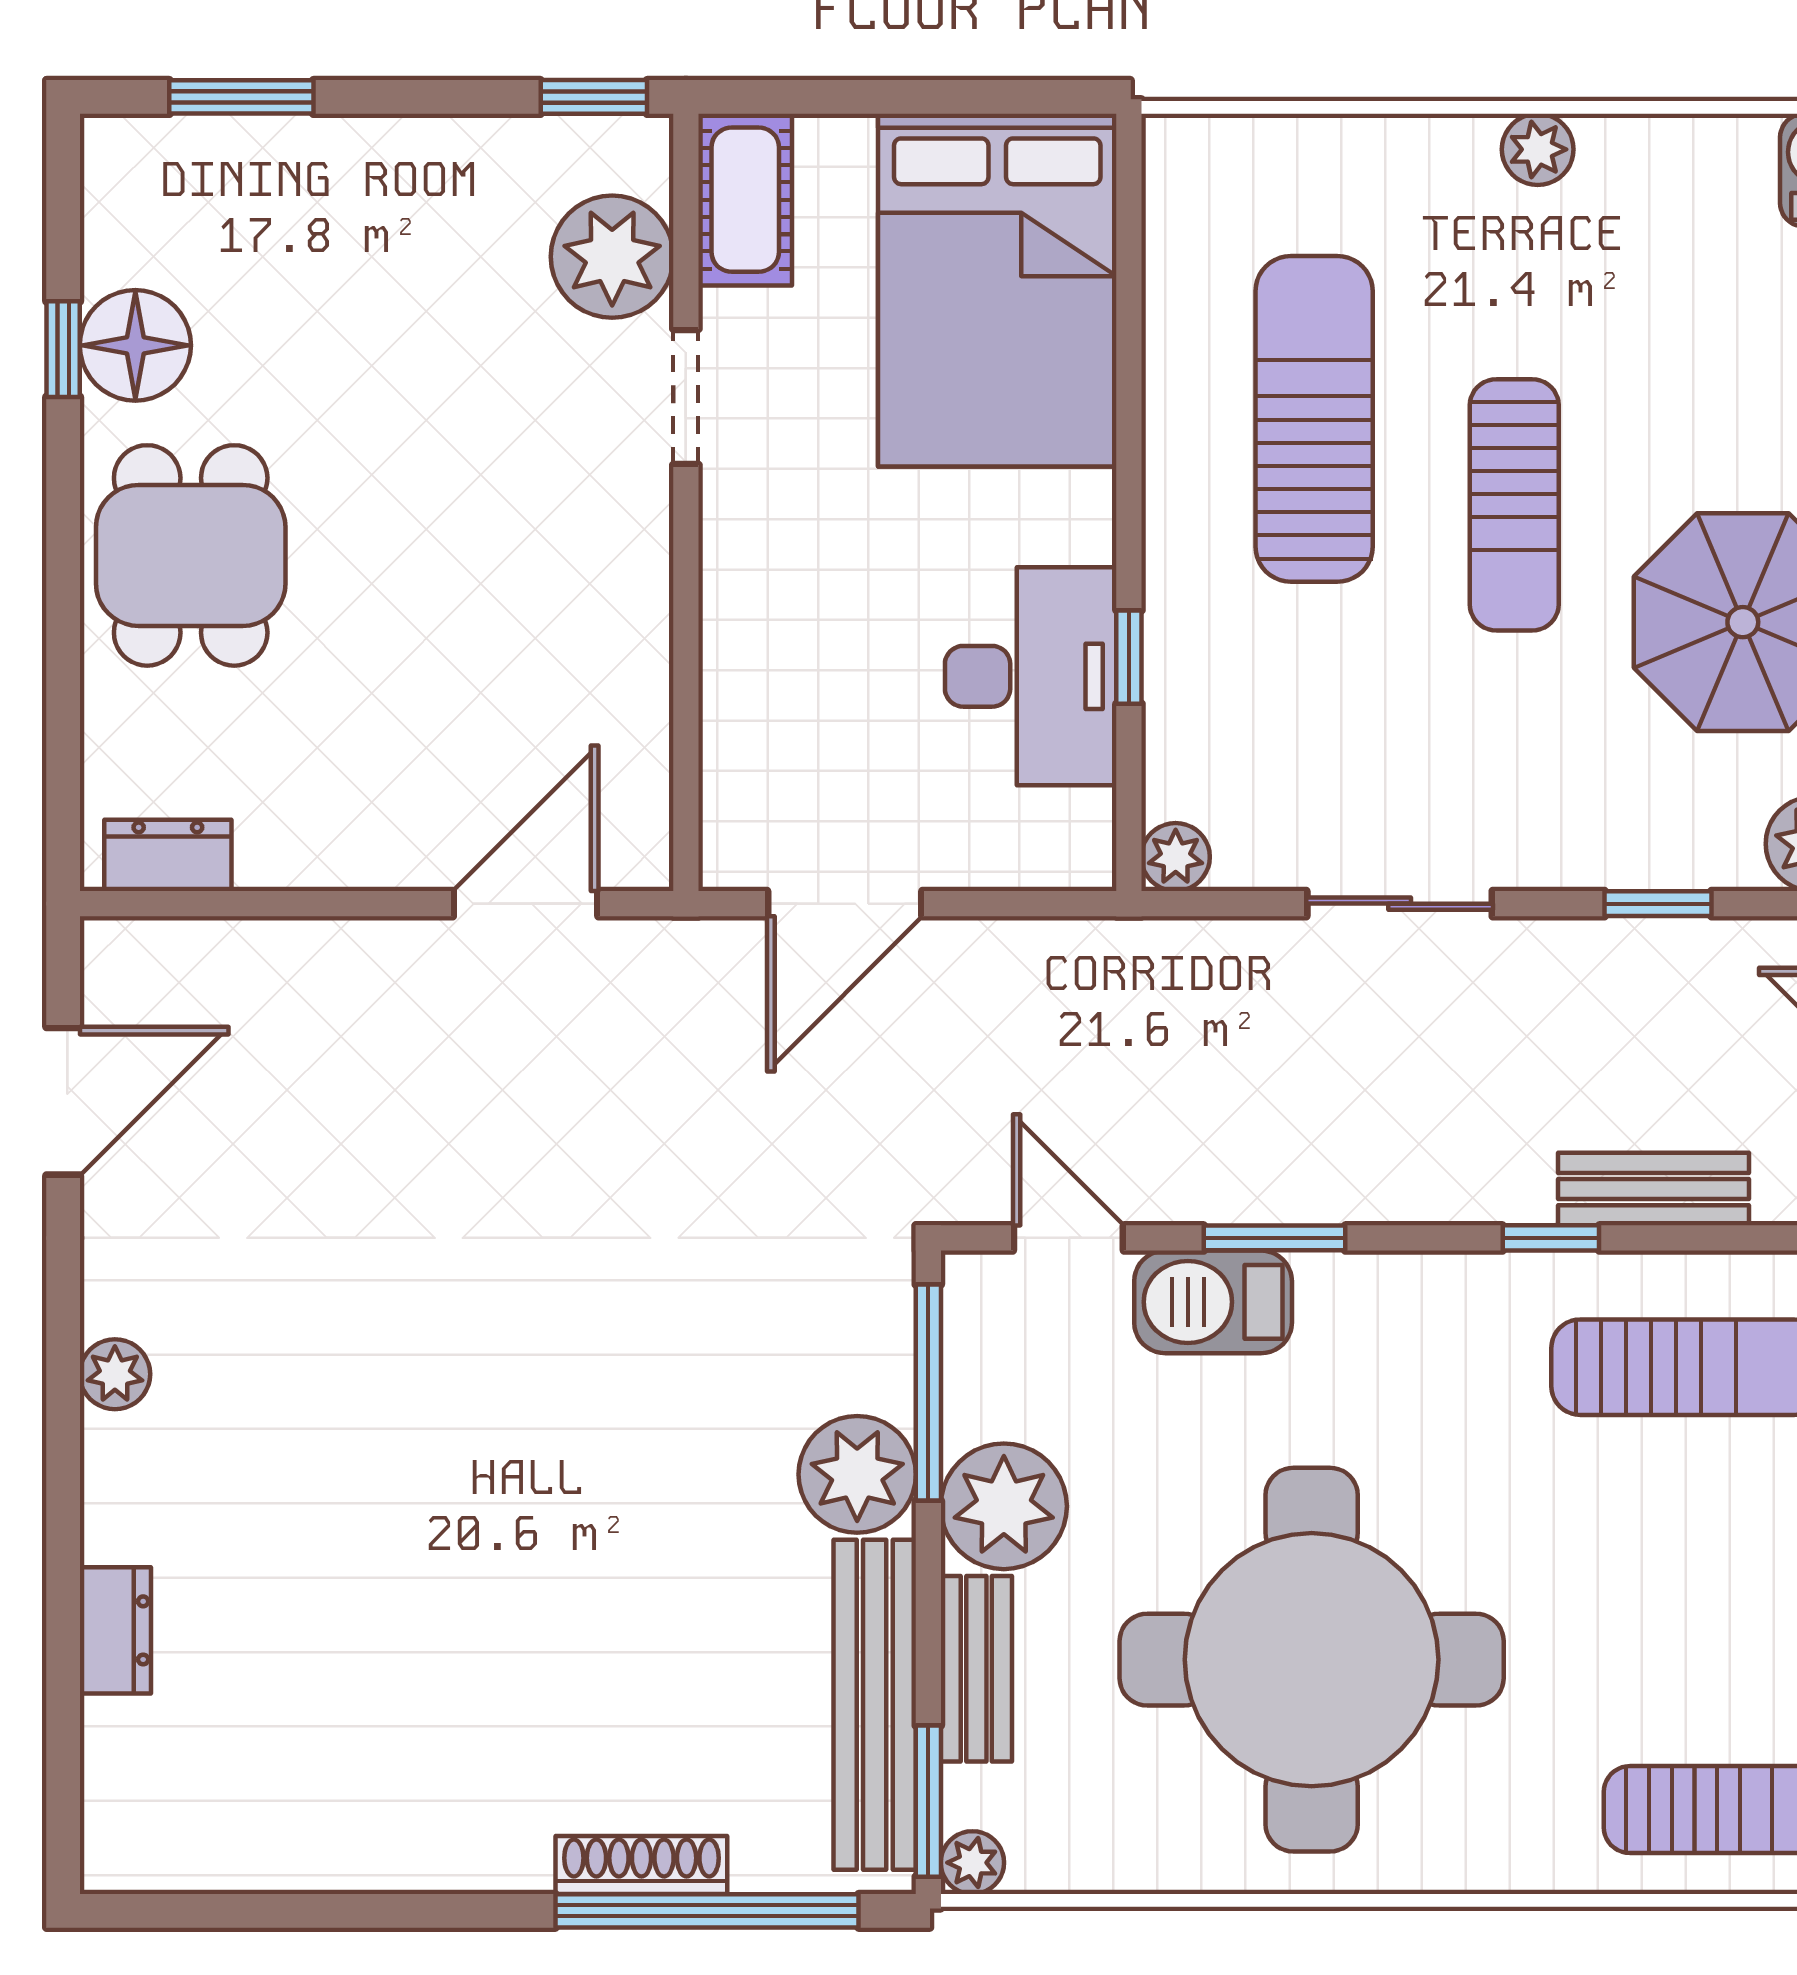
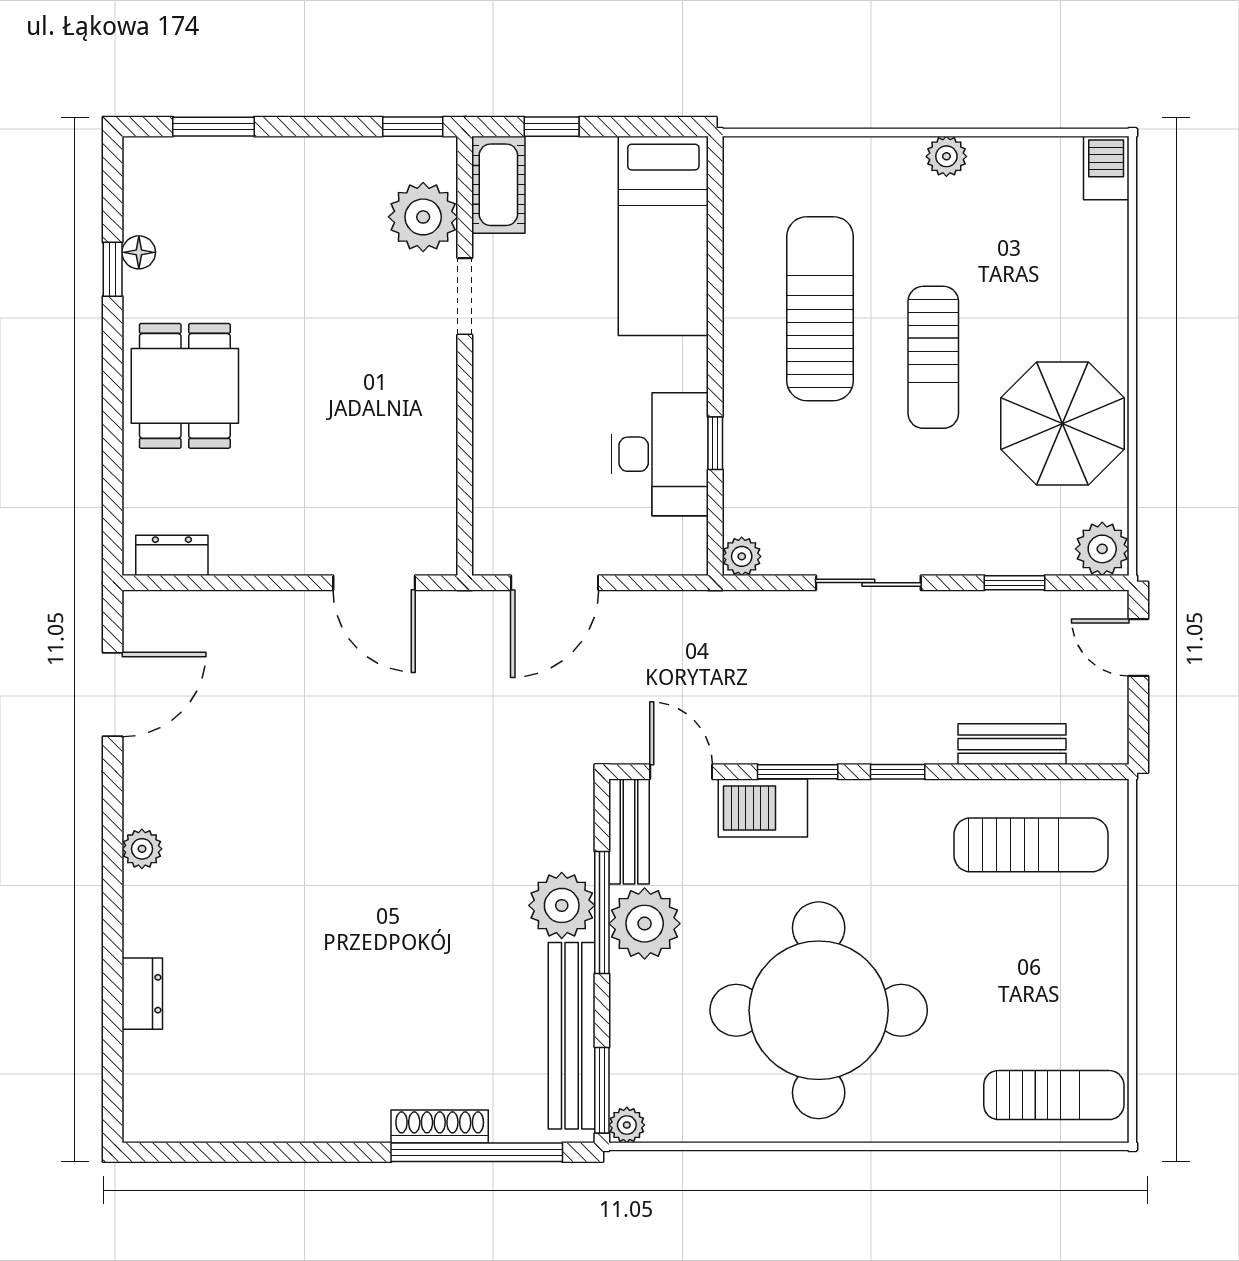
window: (839, 97) -> (552, 127), added
bed: (997, 290) -> (663, 236), width x0.67
floor lamp: (135, 345) -> (139, 252), width x0.53, depth x0.53
door: (526, 904) -> (374, 583), swing flipped
window: (1551, 1238) -> (898, 772), moved
window: (928, 1393) -> (602, 913), moved
bench: (976, 1669) -> (629, 832), moved

